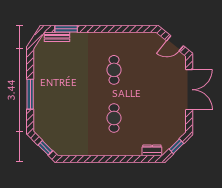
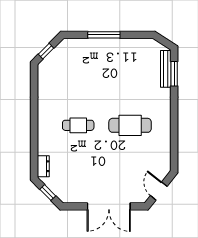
bench: (57, 37) -> (166, 69), width x1.36
cafe table: (114, 70) -> (130, 125), width x1.37, depth x1.35

